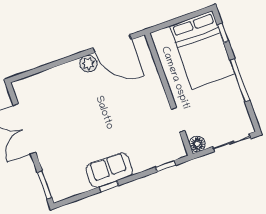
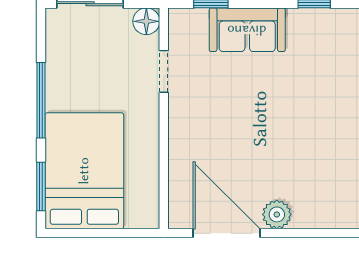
window: (223, 33) -> (41, 186), width x1.50
sofa: (109, 170) -> (247, 30), moved

